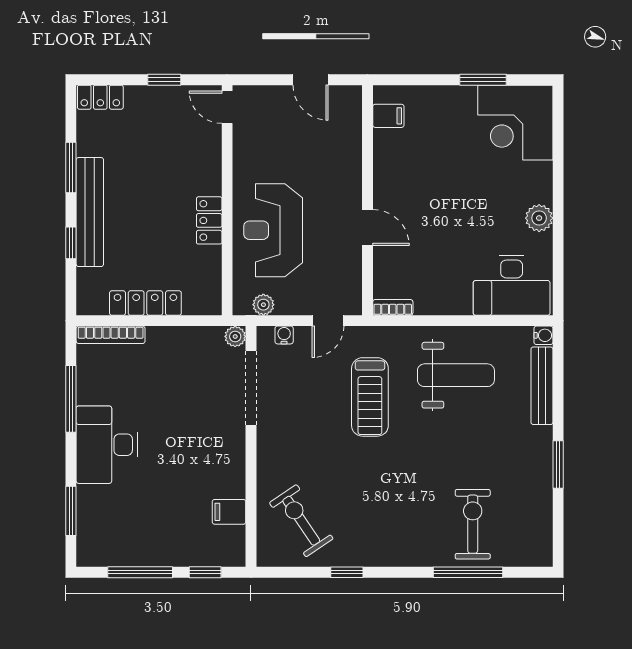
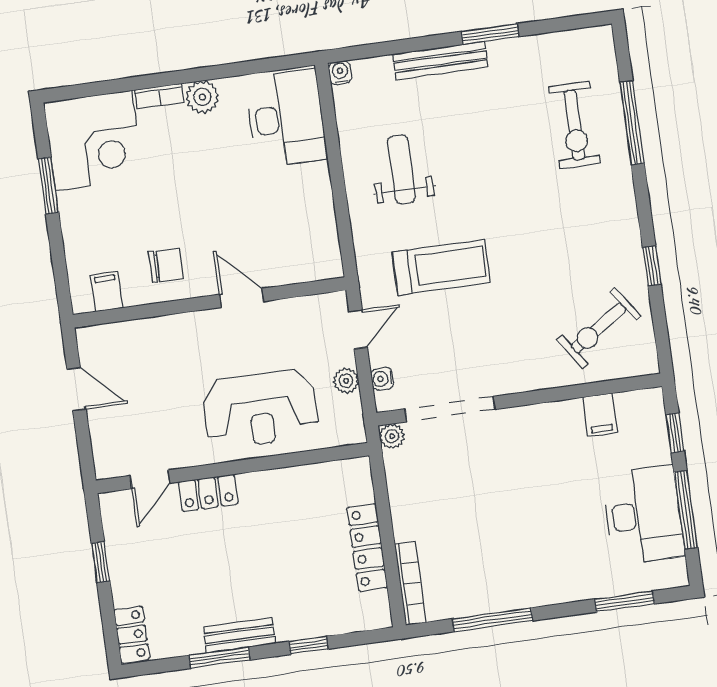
door: (311, 80) -> (77, 389), hinge flipped
door: (227, 107) -> (150, 479), moved
chair: (403, 168) -> (166, 265), added
bench: (90, 212) -> (239, 635), width x0.54, depth x0.82
locker: (209, 220) -> (208, 493), moved
door: (367, 227) -> (242, 298), hinge flipped
plant: (263, 305) -> (346, 381), moved
bookcase: (393, 307) -> (159, 96), moved, turned -90
door: (328, 321) -> (358, 329), hinge flipped
weight bench: (456, 375) -> (402, 169), width x0.73, depth x0.75
bench: (542, 386) -> (440, 60), moved
desk: (107, 445) -> (643, 515), moved, turned -90
exercise bike: (473, 524) -> (575, 125), turned -90

